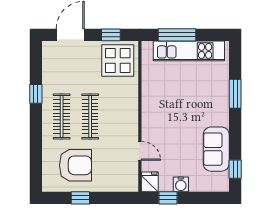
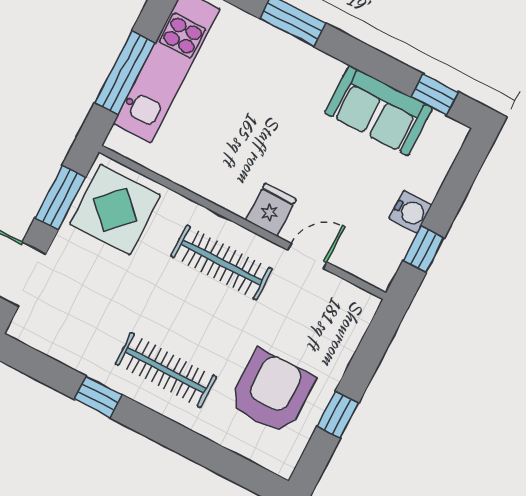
window: (111, 35) -> (60, 197), width x1.50
clothes rail: (90, 116) -> (222, 263), moved
fridge: (150, 182) -> (271, 210), moved, turned 90

